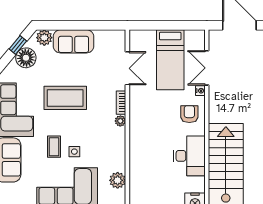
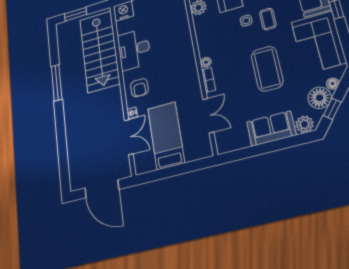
floor lamp: (12, 67) -> (333, 84), added
double door: (127, 68) -> (208, 116), swing flipped
coffee table: (65, 98) -> (267, 69), turned 90

